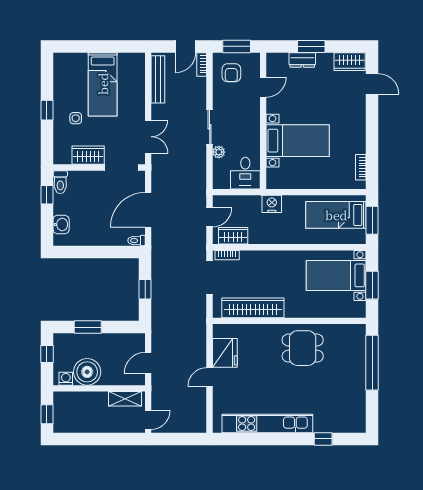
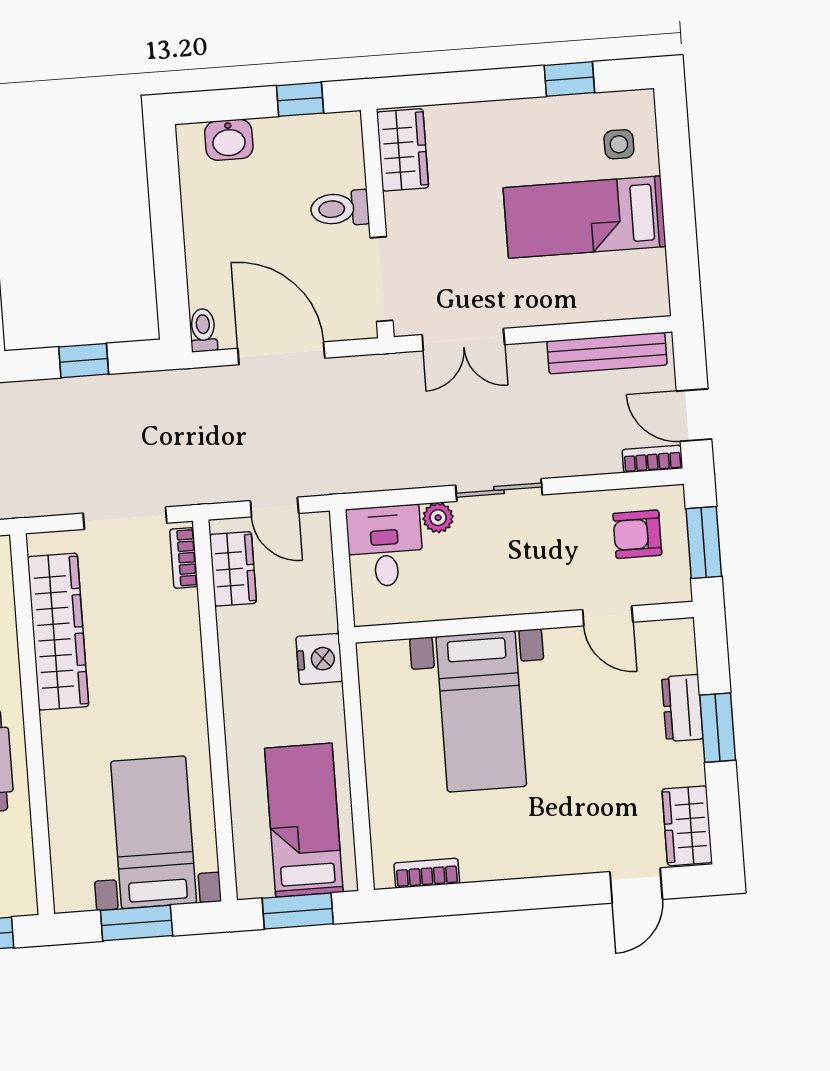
window: (47, 110) -> (569, 79), moved
side table: (76, 118) -> (619, 144), moved
wardrobe: (88, 155) -> (403, 150), moved
desk: (245, 173) -> (385, 546), moved, turned 90
toilet: (60, 182) -> (340, 209), moved

